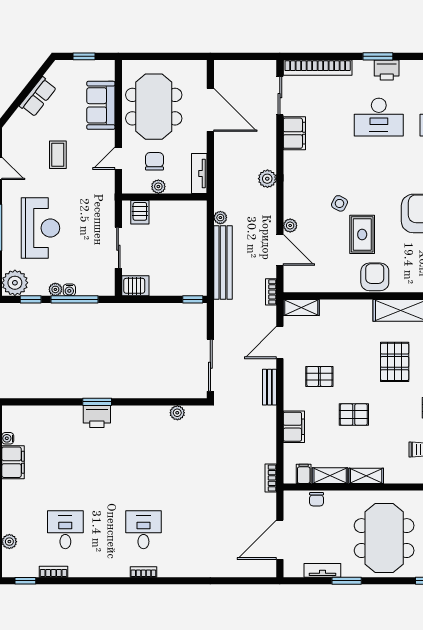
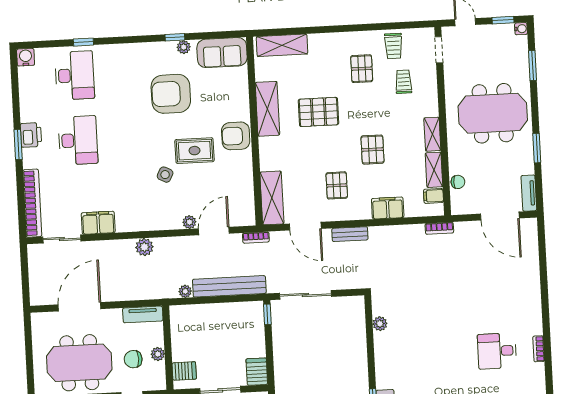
shelving: (301, 308) -> (272, 198), width x1.50, depth x1.33
sliding door: (210, 365) -> (305, 295), moved
tv unit: (322, 570) -> (529, 193), moved

